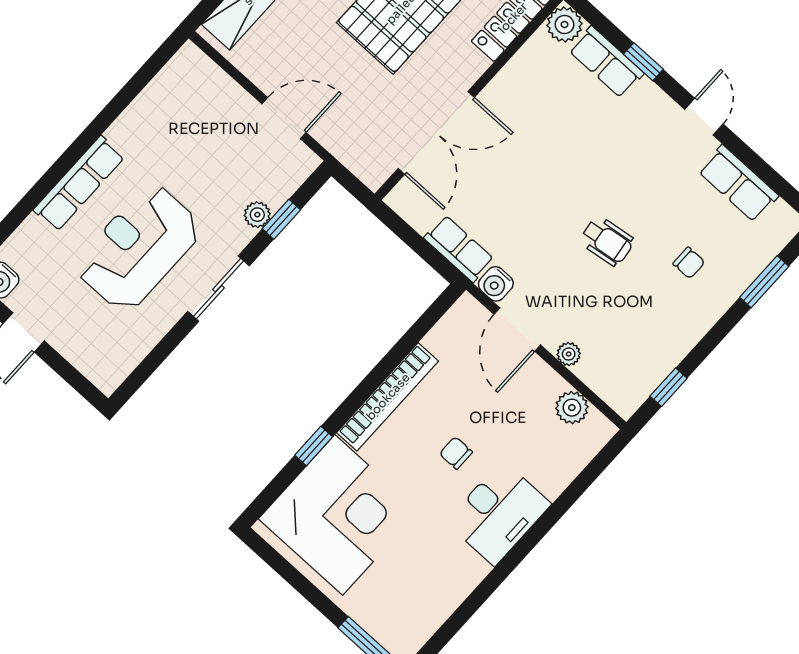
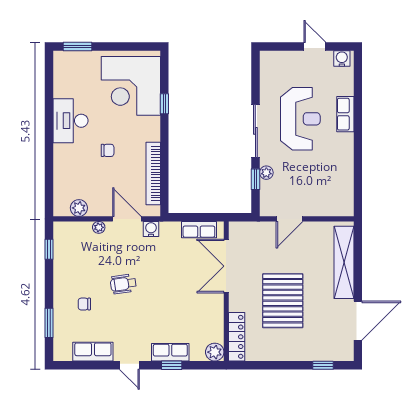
row of seats: (606, 62) -> (170, 352), moved
row of seats: (79, 184) -> (345, 114), width x0.68
row of seats: (459, 249) -> (199, 230), moved
sliding door: (218, 289) -> (255, 131), width x1.37
bookcase: (388, 397) -> (153, 174), moved
desk: (498, 513) -> (70, 121), moved

